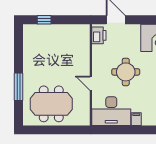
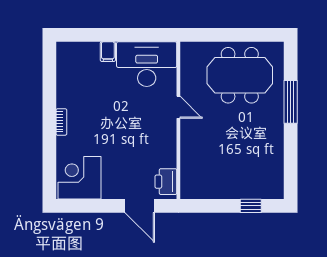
round table: (126, 72) -> (124, 125), removed

